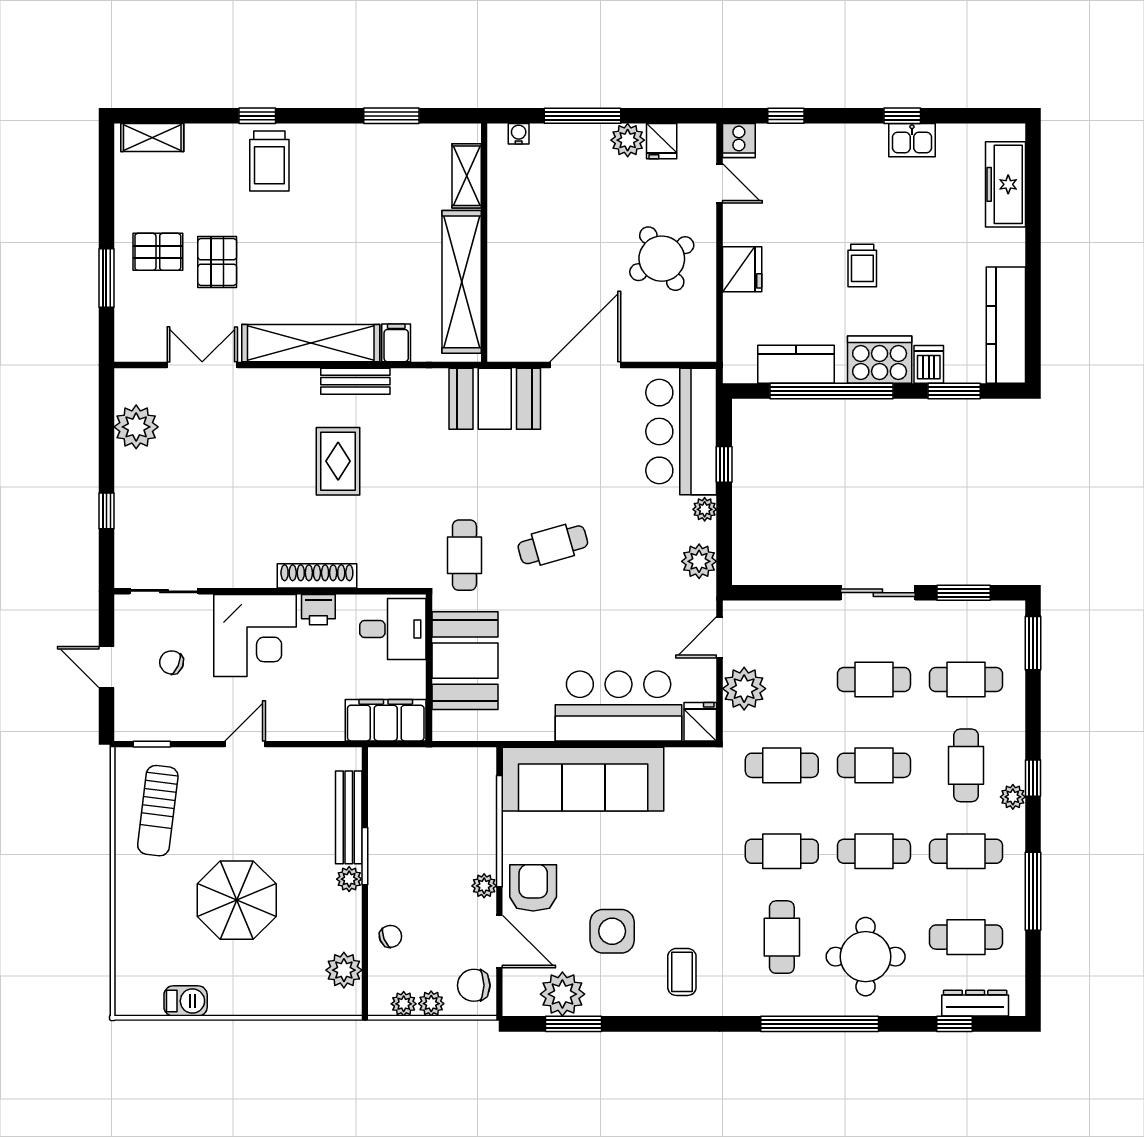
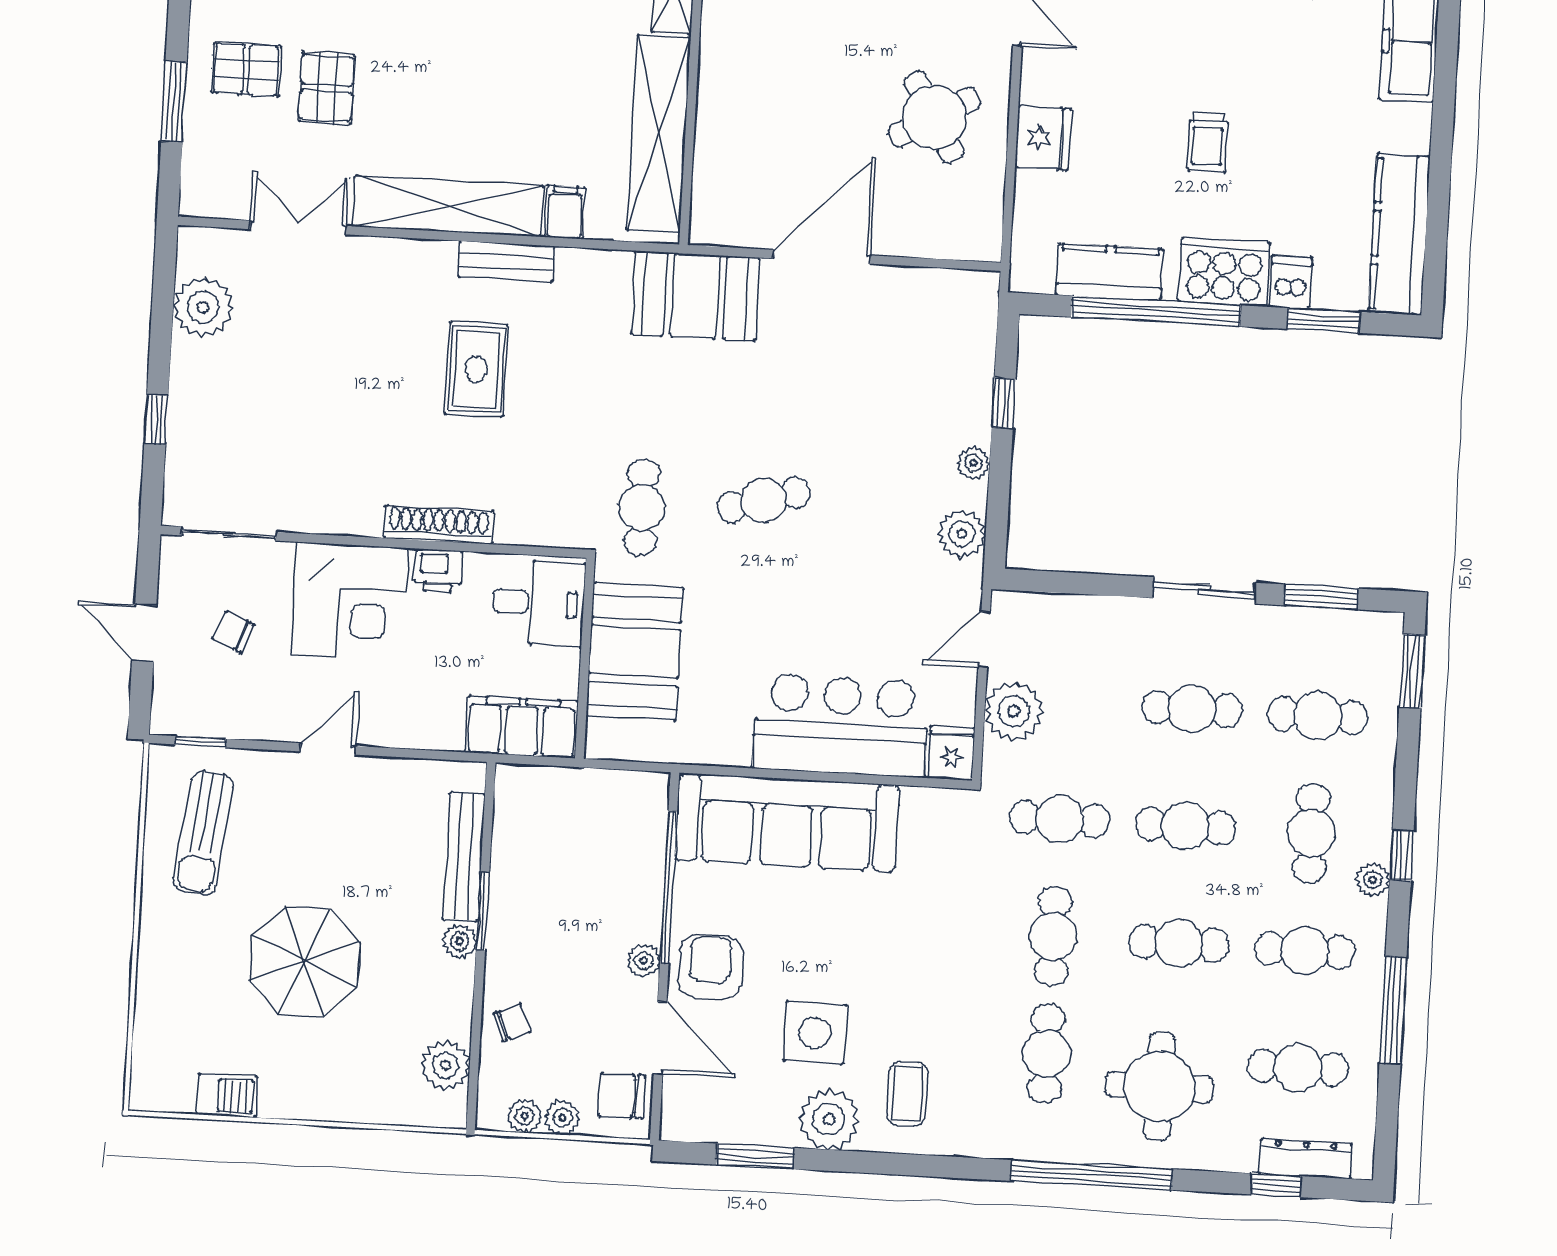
bar counter: (681, 431) -> (948, 355), removed
cafe table: (782, 851) -> (1053, 936), turned 90
plant: (562, 994) -> (829, 1119), moved

